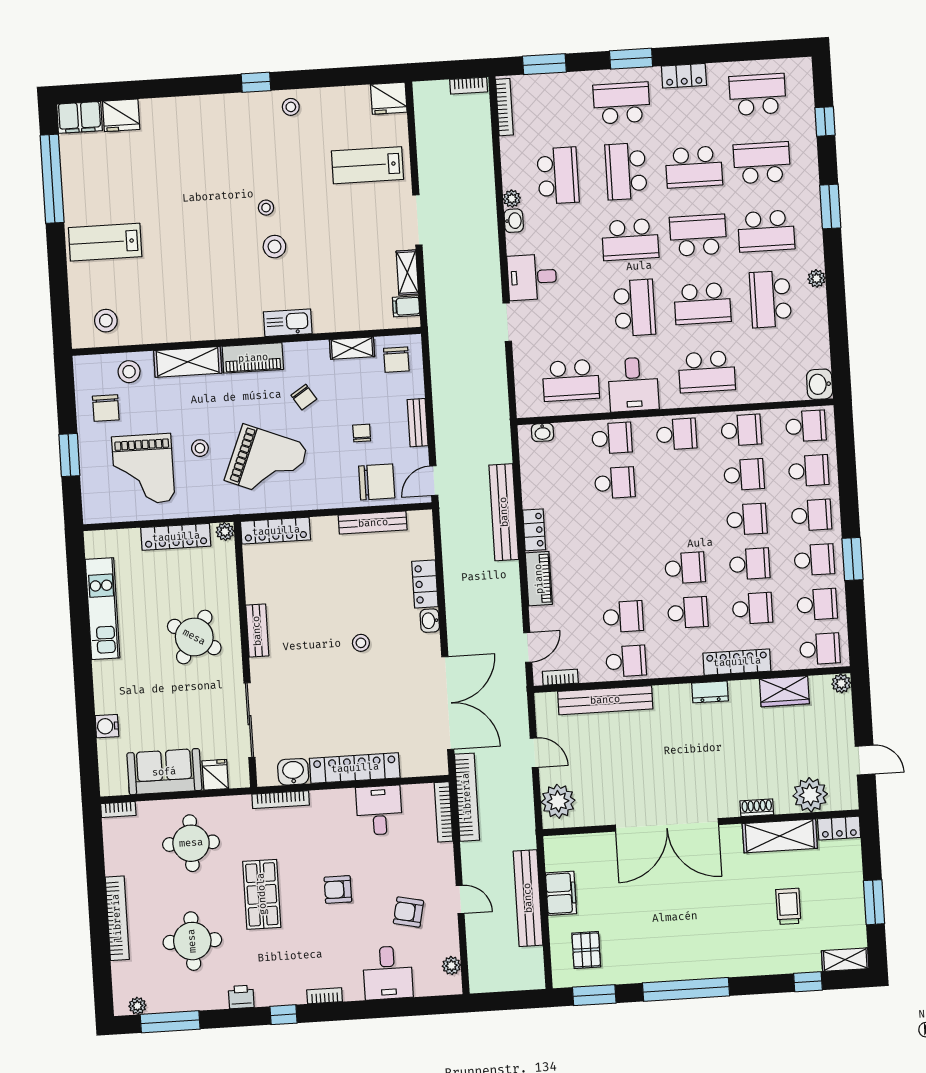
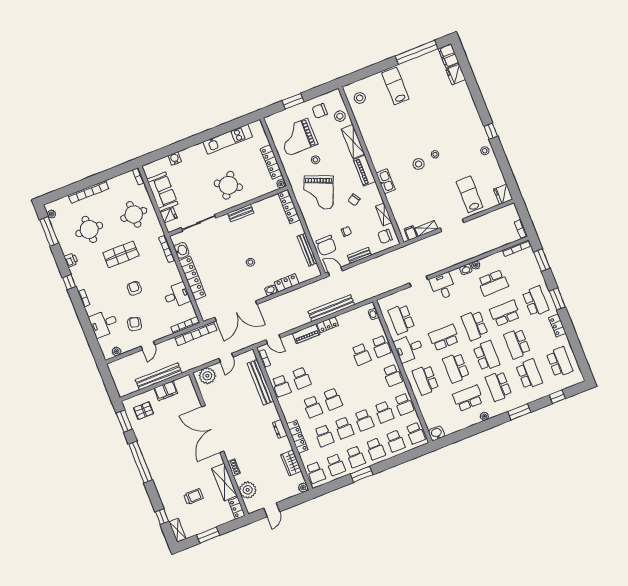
school desk: (634, 308) -> (444, 337), turned 180

